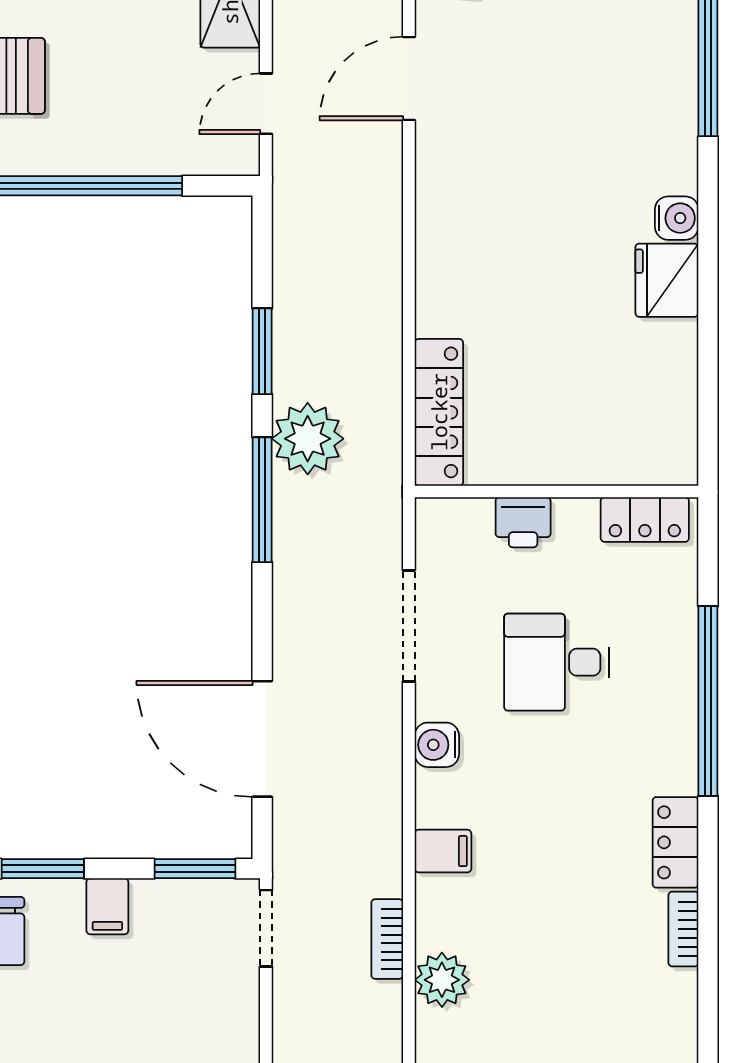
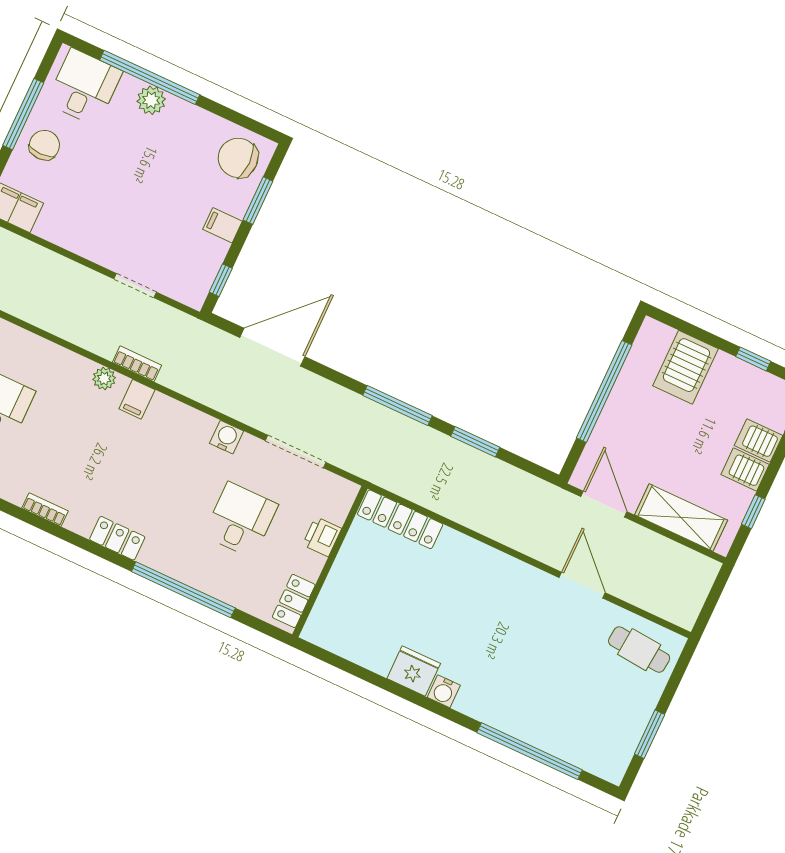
door: (266, 104) -> (604, 504), width x1.38
plant: (308, 439) -> (418, 444), removed
filing cabinet: (443, 851) -> (137, 399), moved
window: (195, 869) -> (221, 280), width x0.67
doorway: (266, 928) -> (135, 286), moved
bookcase: (683, 929) -> (45, 510), moved
plant: (442, 980) -> (104, 379), width x0.73, depth x0.73

